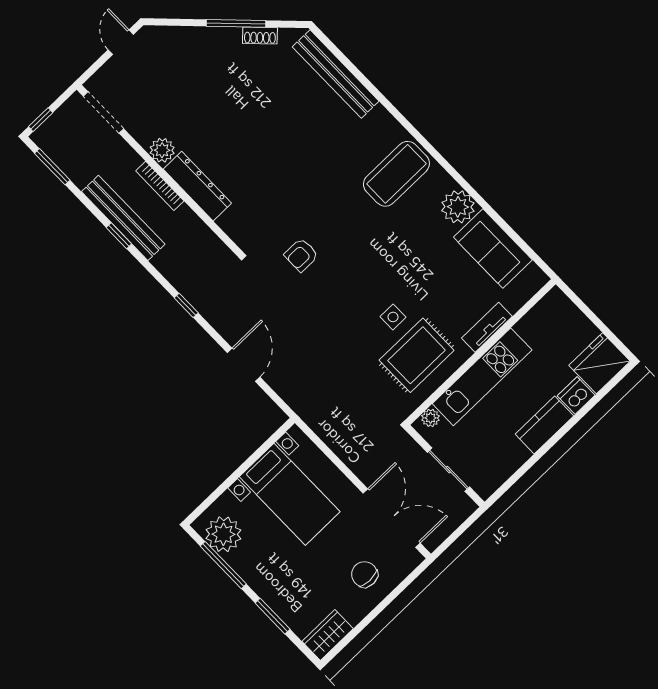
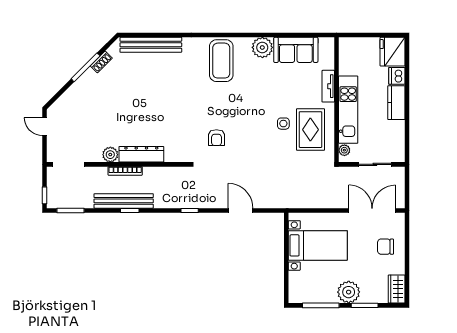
plant: (223, 534) -> (349, 292), moved

